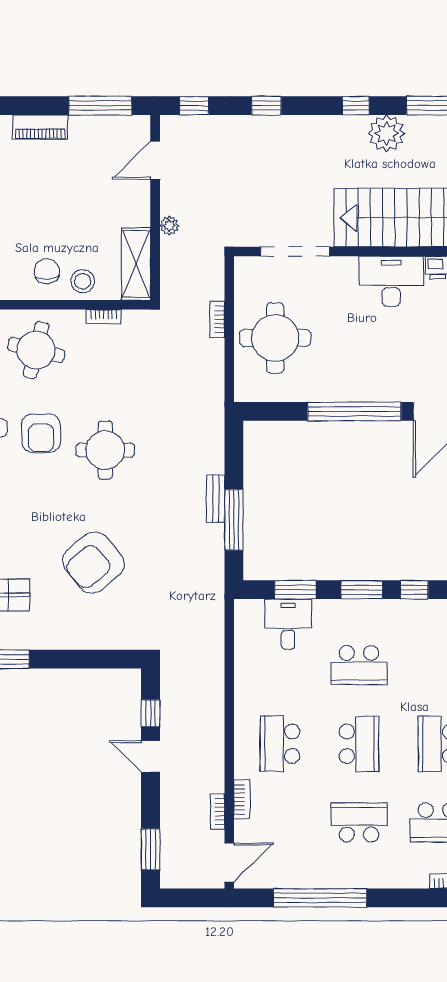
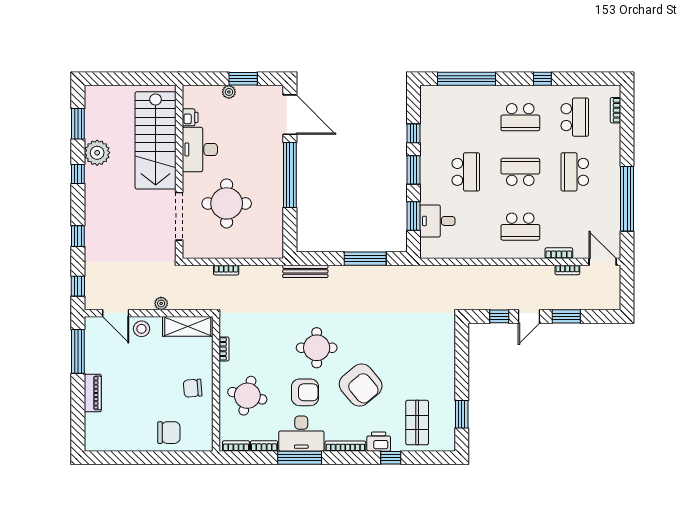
stool: (83, 281) -> (141, 329), moved
round table: (275, 338) -> (227, 203), moved
bench: (216, 499) -> (305, 271), moved, width x1.36
armchair: (93, 563) -> (361, 385), moved
window: (150, 849) -> (566, 316), moved

